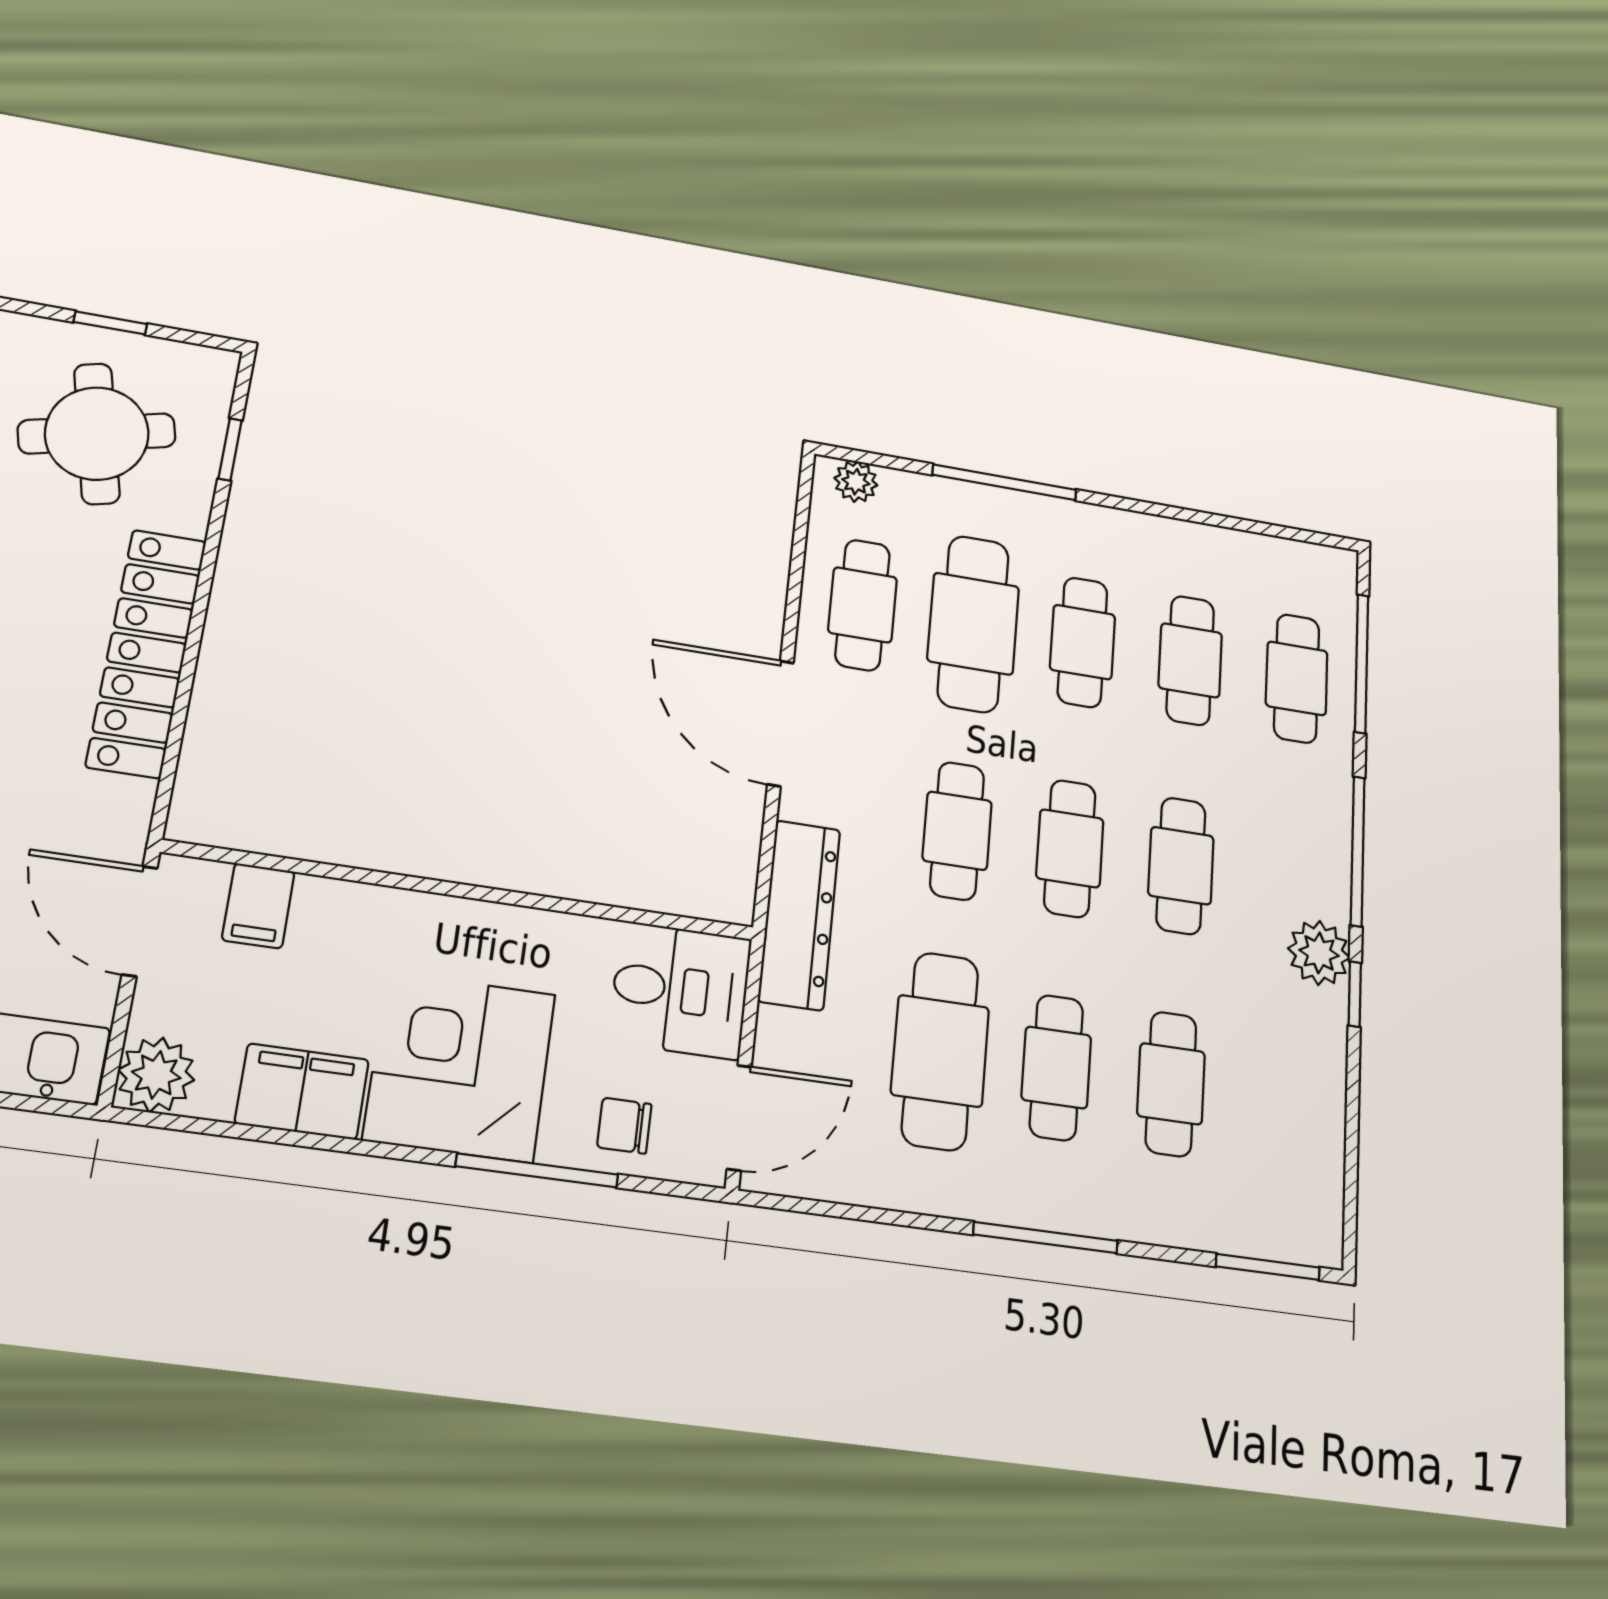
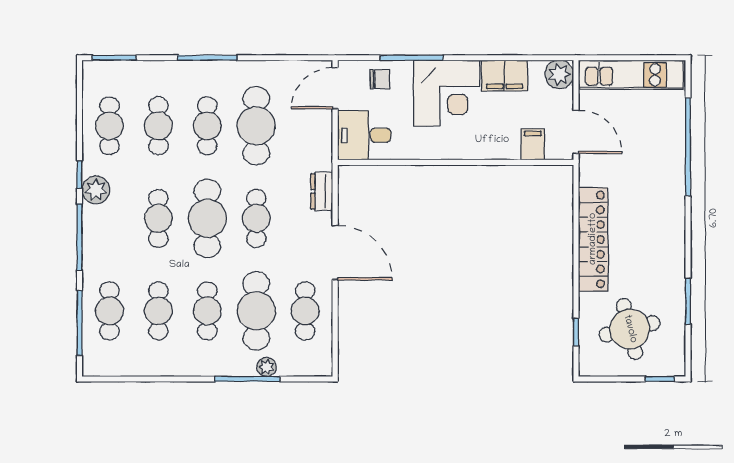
window: (110, 323) -> (660, 379), moved
plant: (856, 482) -> (267, 367), moved
cafe table: (1070, 848) -> (207, 218), width x1.37, depth x1.35
dresser: (799, 915) -> (322, 191), width x0.51, depth x0.80
cafe table: (1284, 1100) -> (109, 126), added

